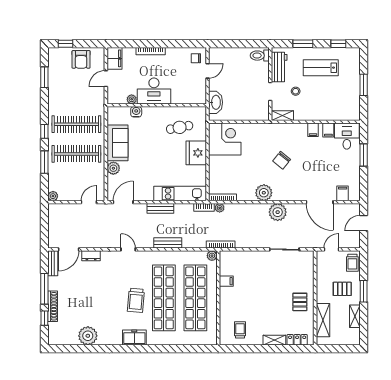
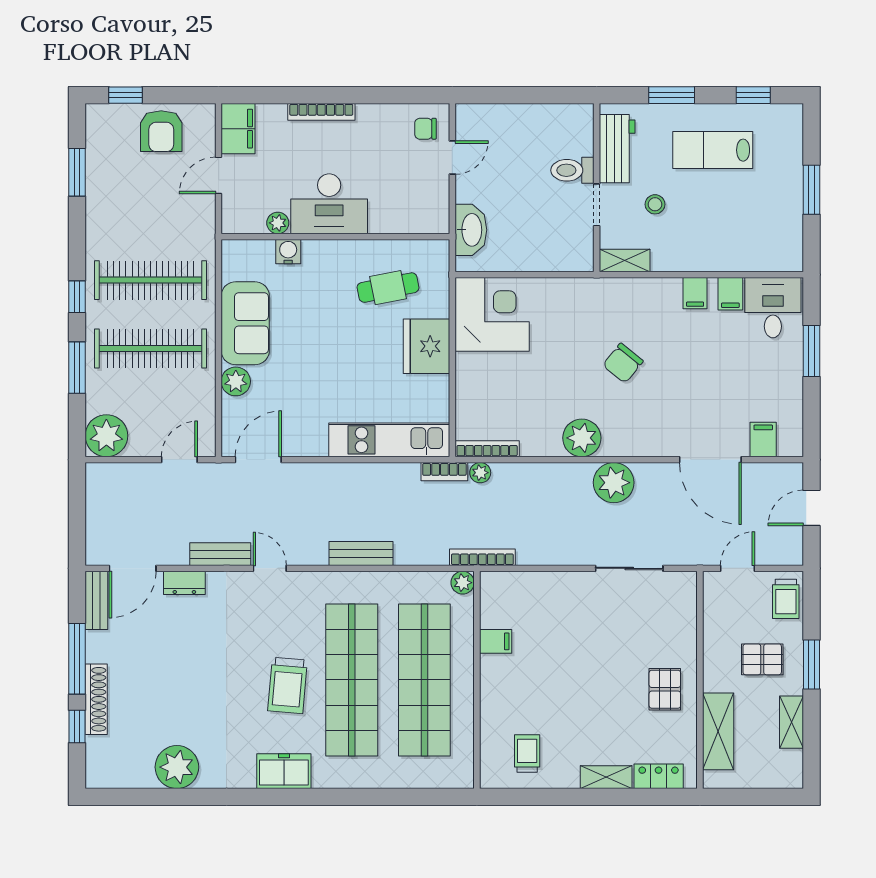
toilet: (260, 56) -> (572, 170), moved
plant: (53, 196) -> (106, 436), width x1.87, depth x1.87
bench: (160, 208) -> (220, 554), moved

